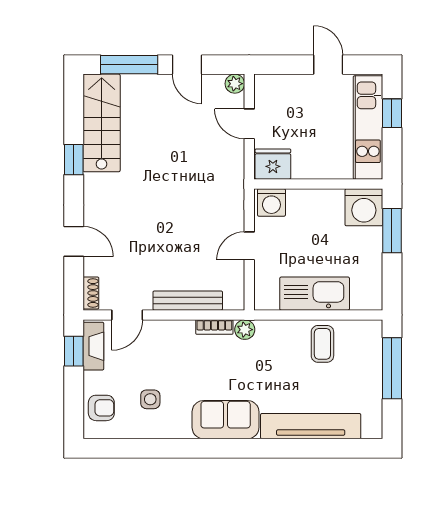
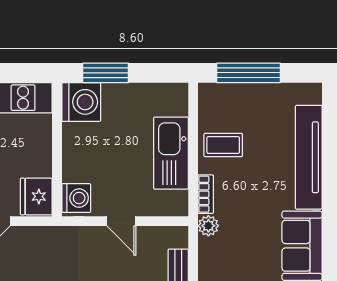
bookcase: (214, 327) -> (206, 194), moved

